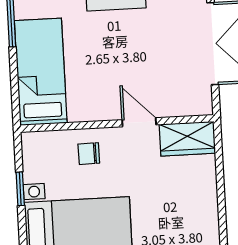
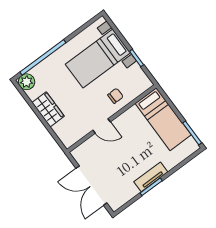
wardrobe: (187, 139) -> (48, 109), moved, turned 90

